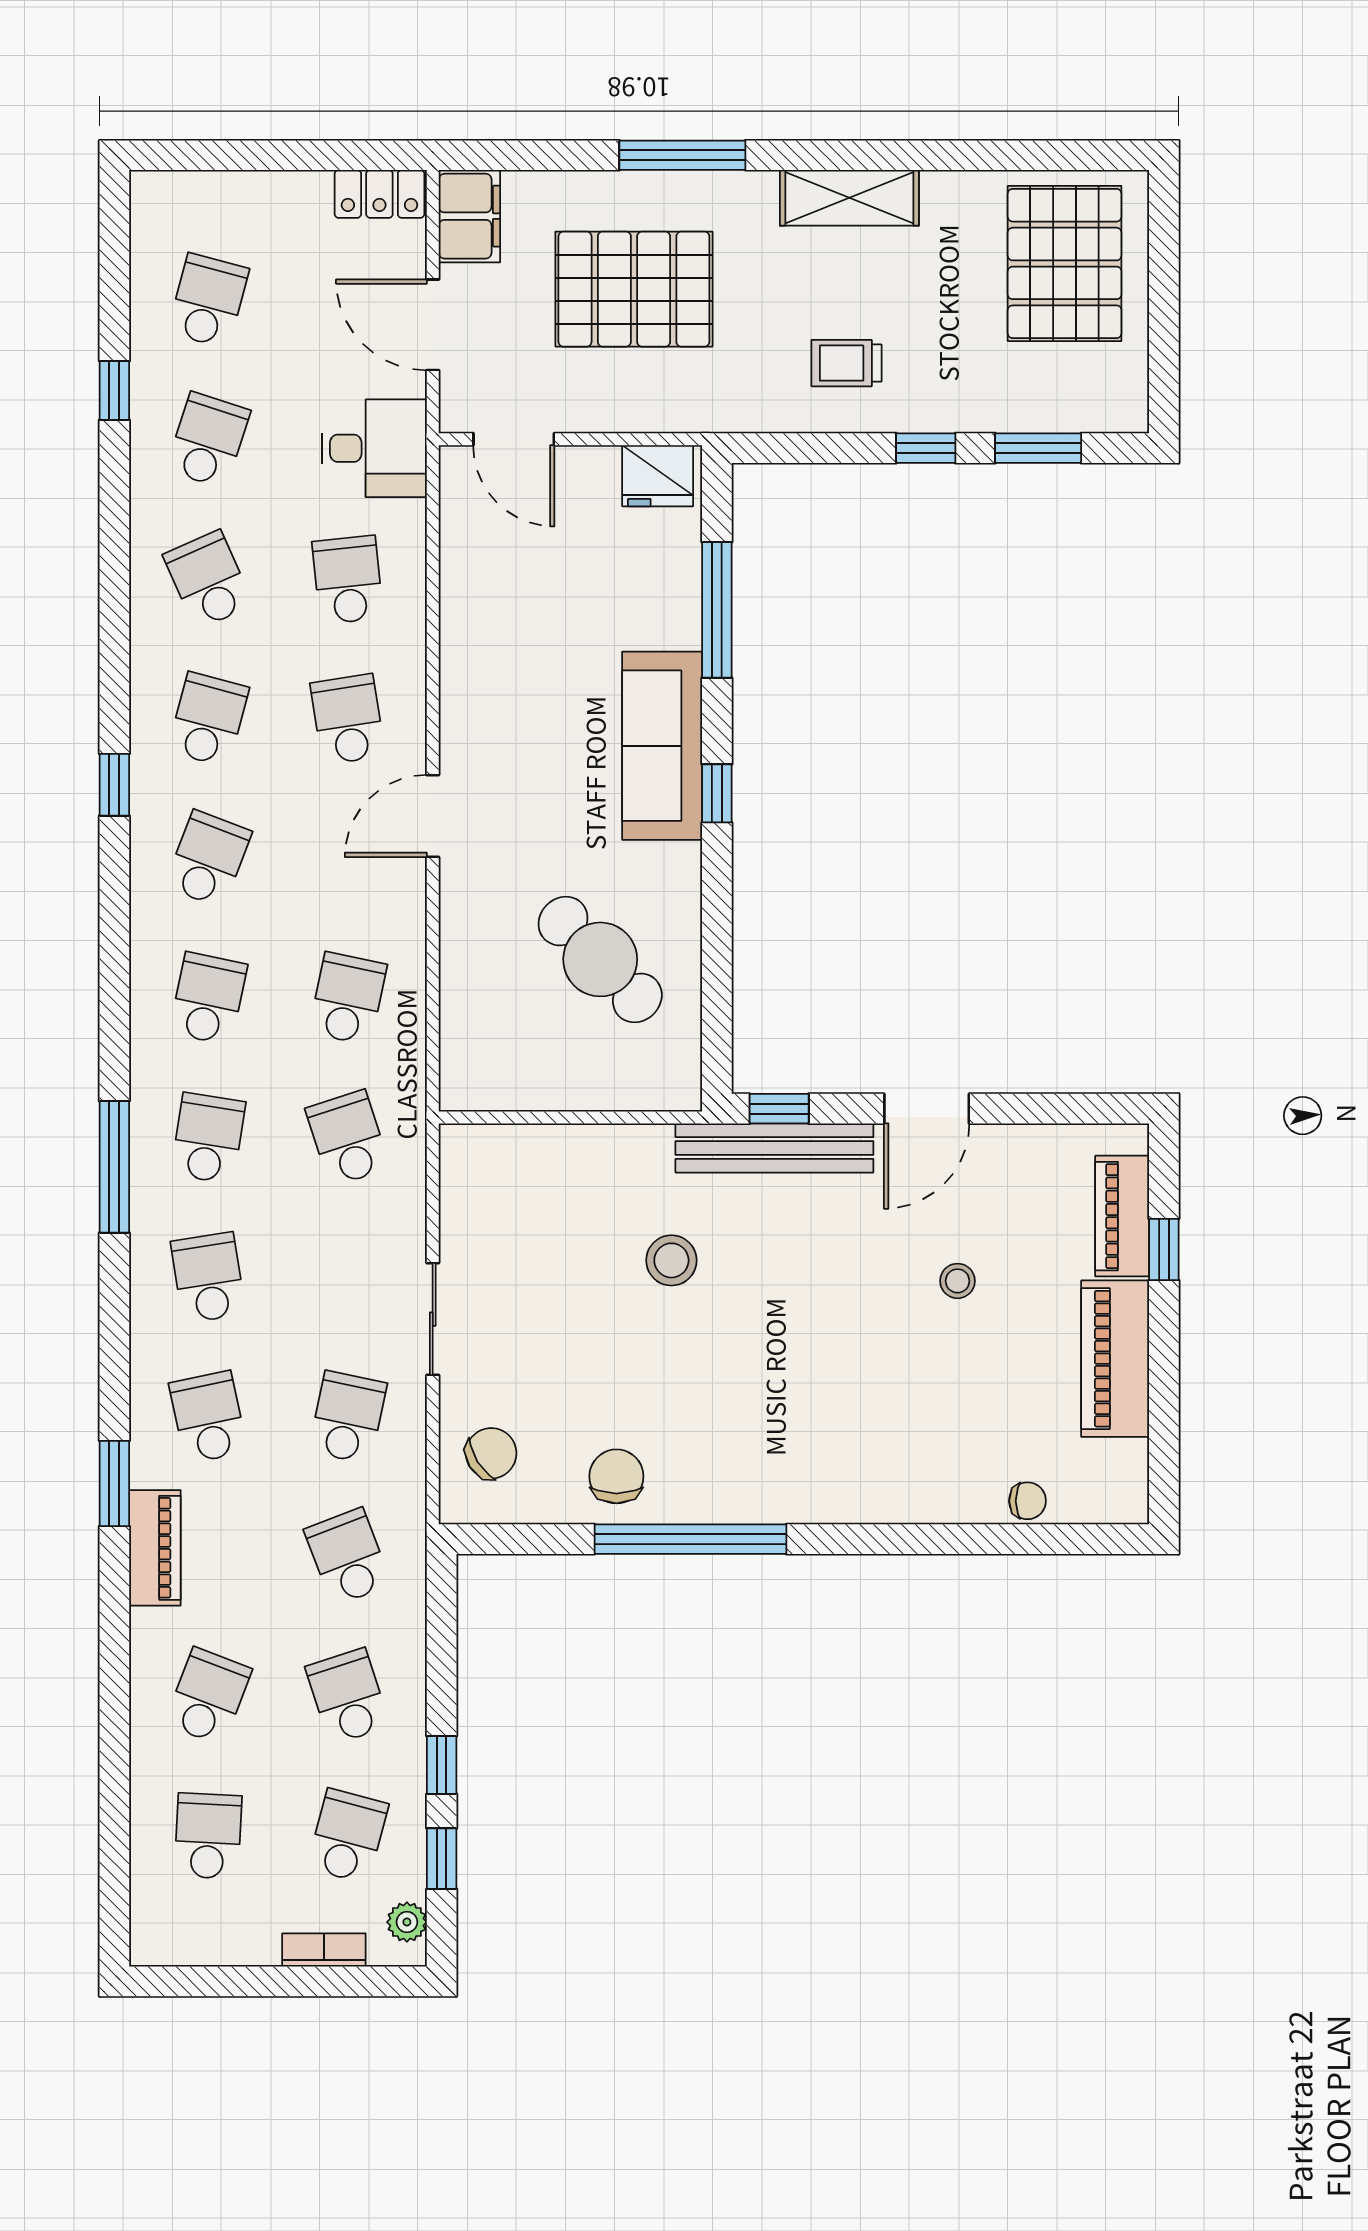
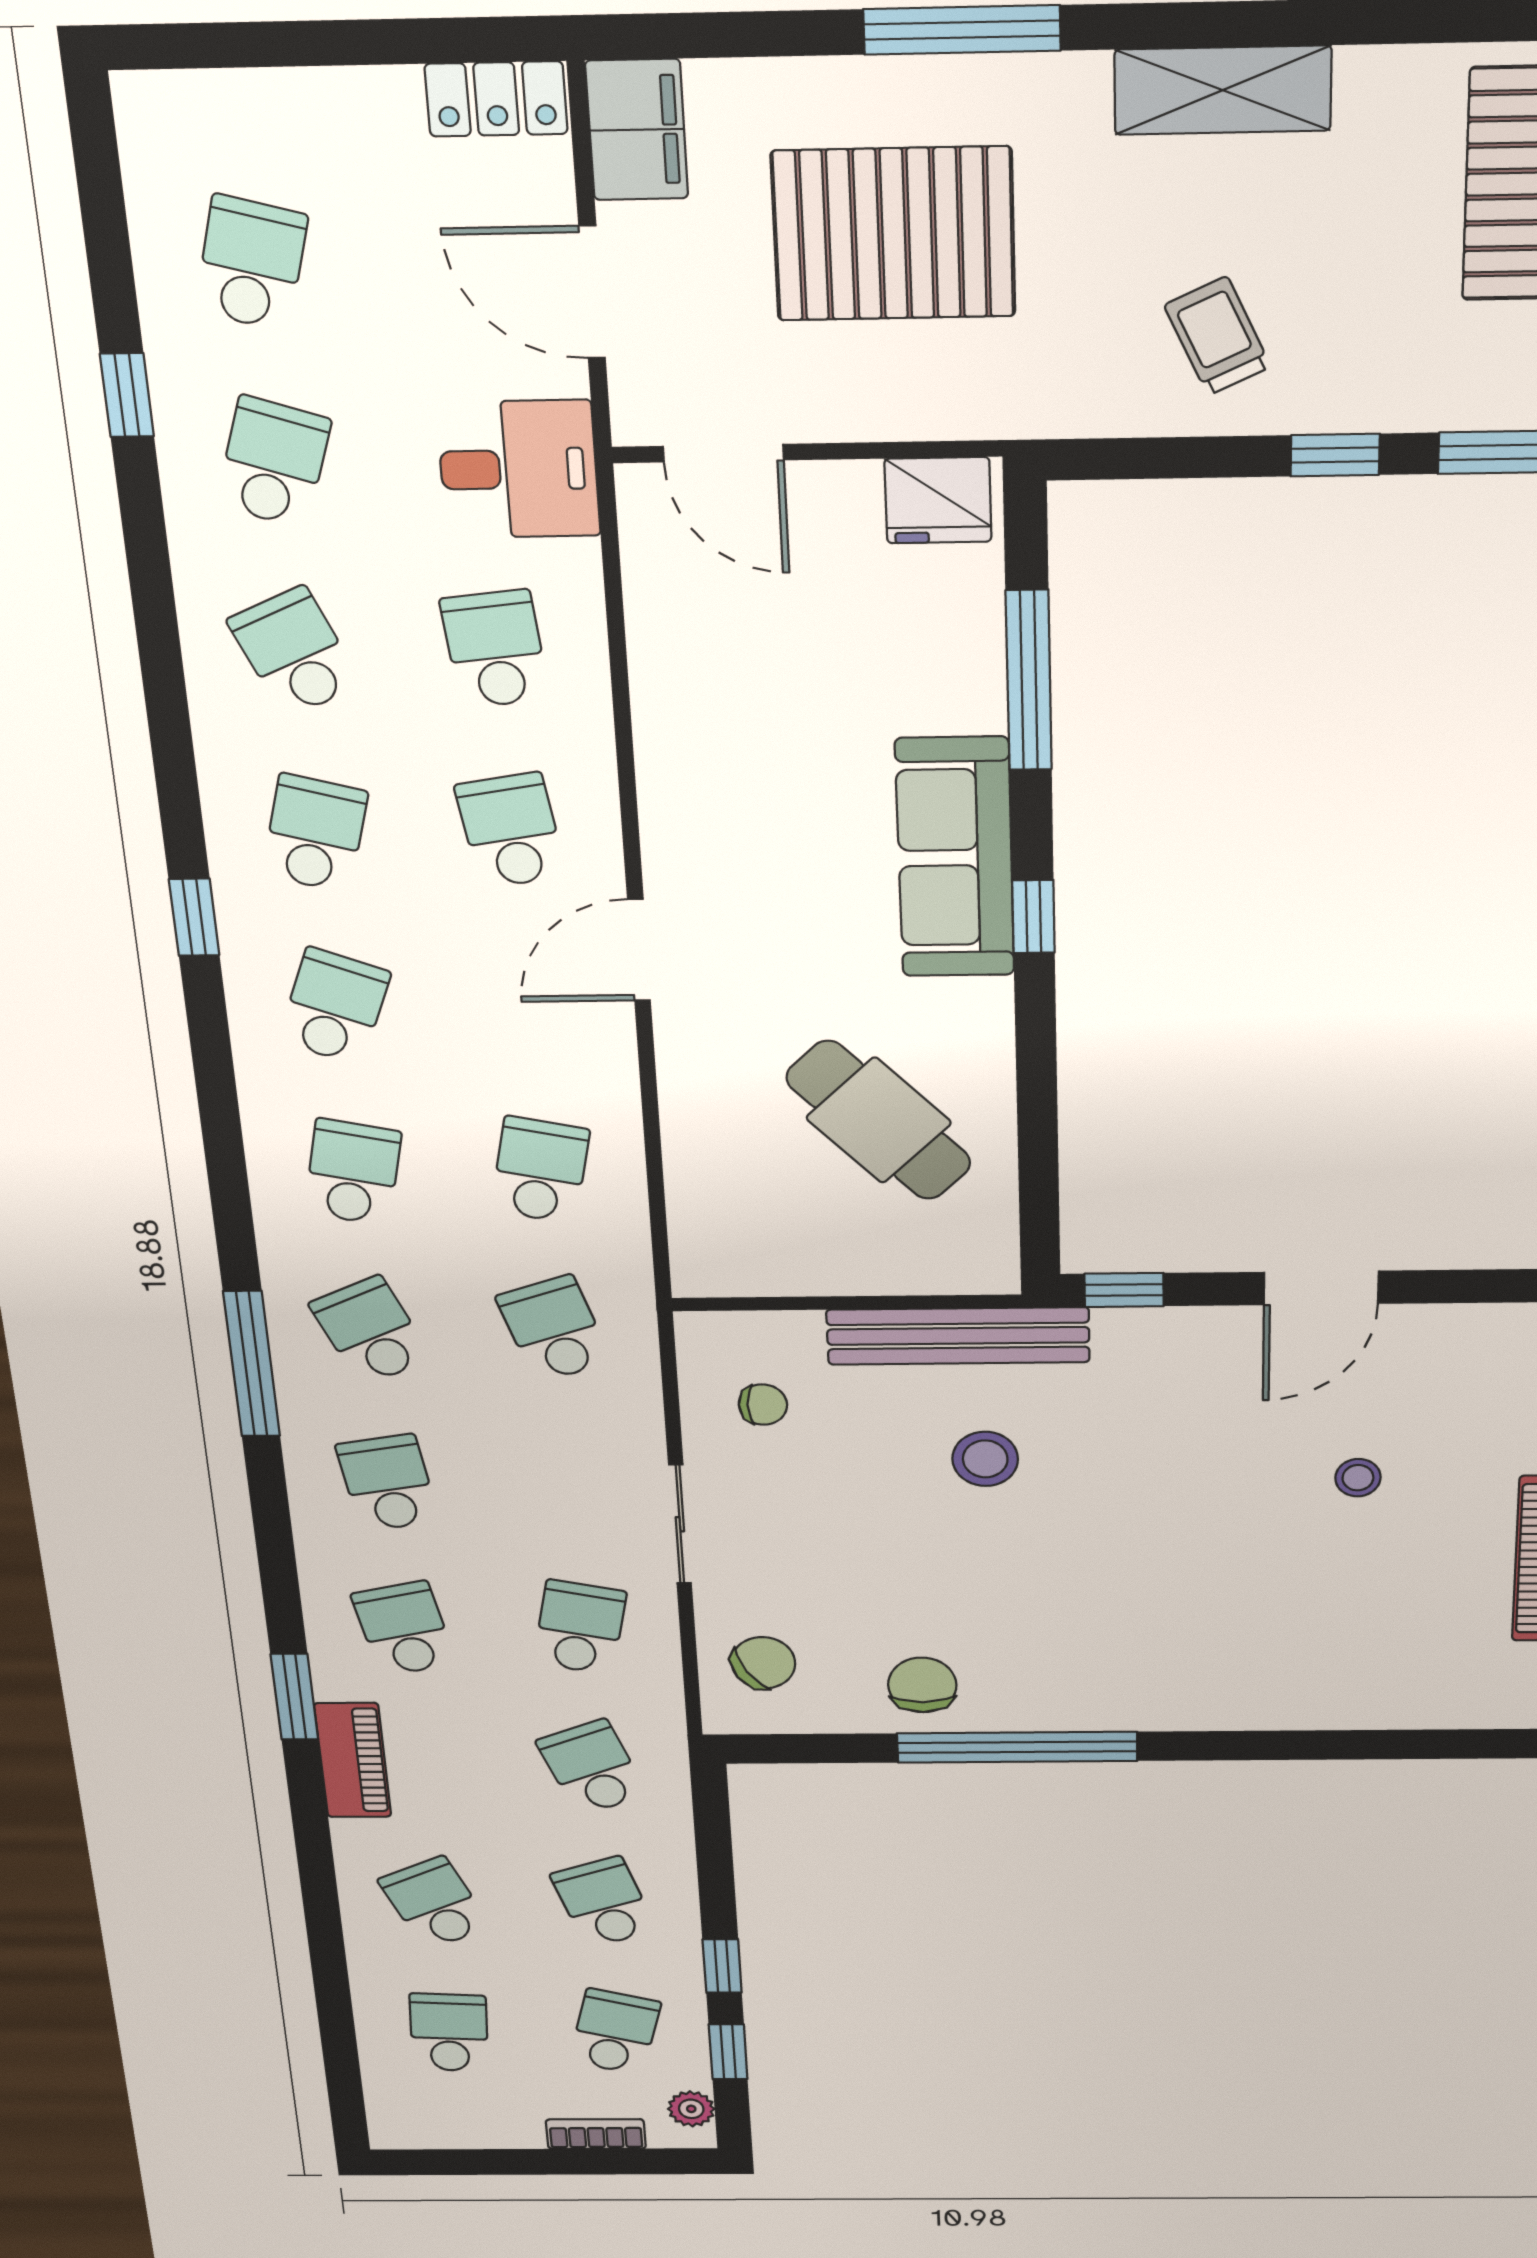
trolley: (847, 363) -> (1218, 336), turned 65
school desk: (208, 1138) -> (371, 1331), turned -33
bench: (774, 1148) -> (958, 1336), moved
chair: (1027, 1501) -> (763, 1405), moved
school desk: (208, 1696) -> (435, 1903), turned -45

